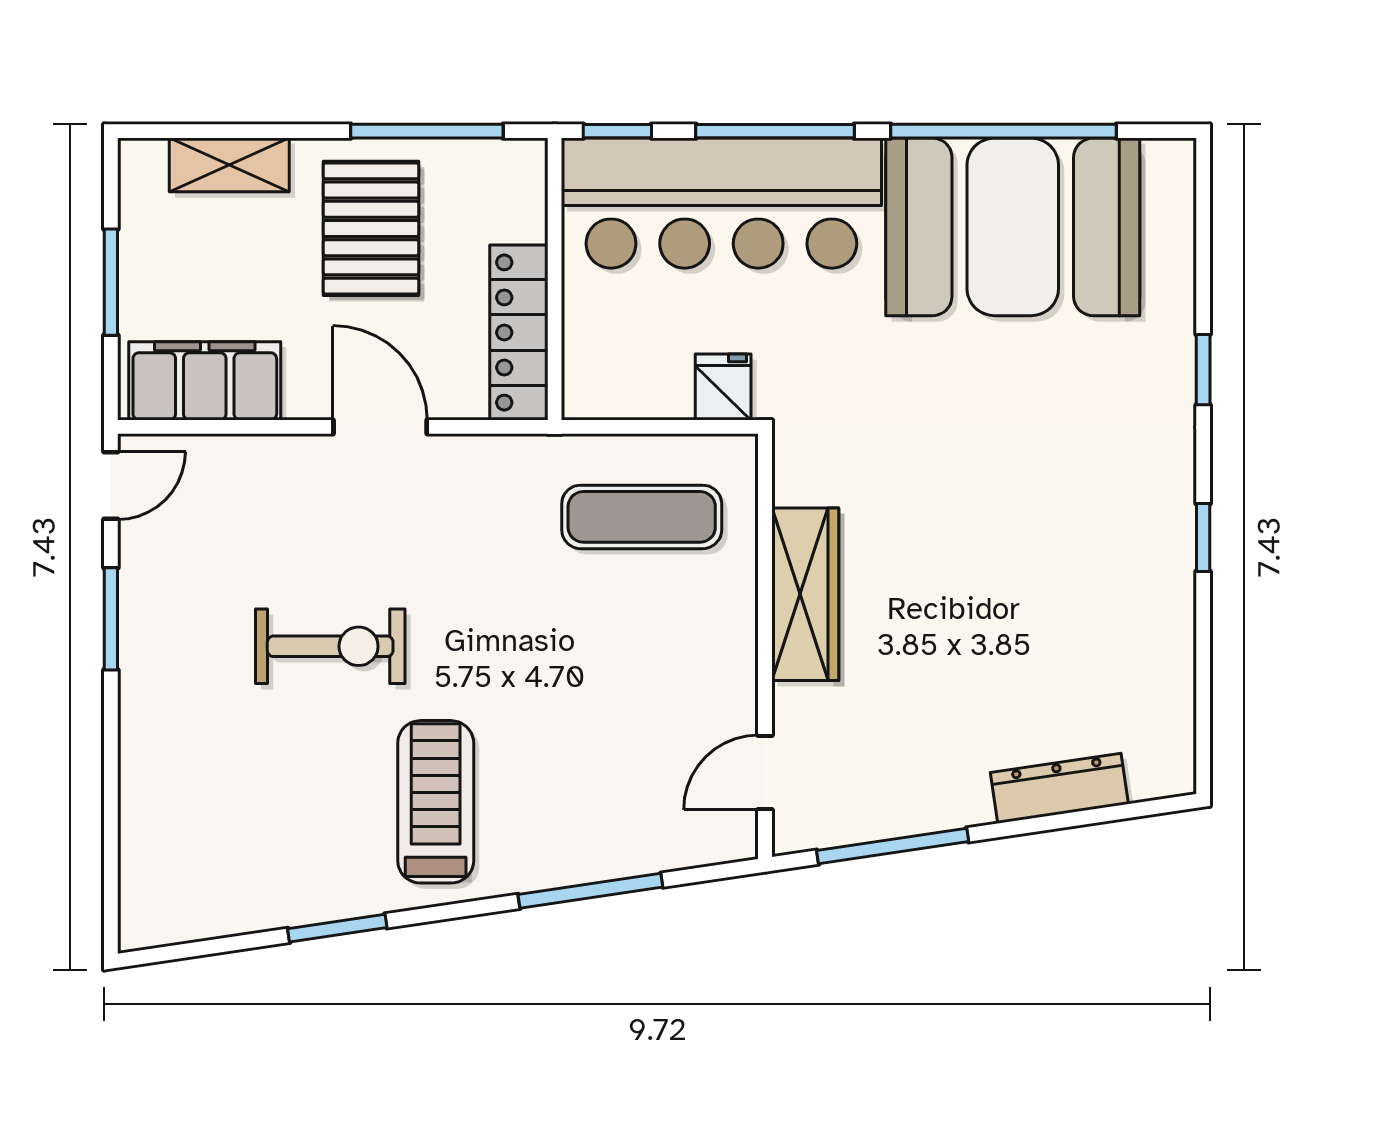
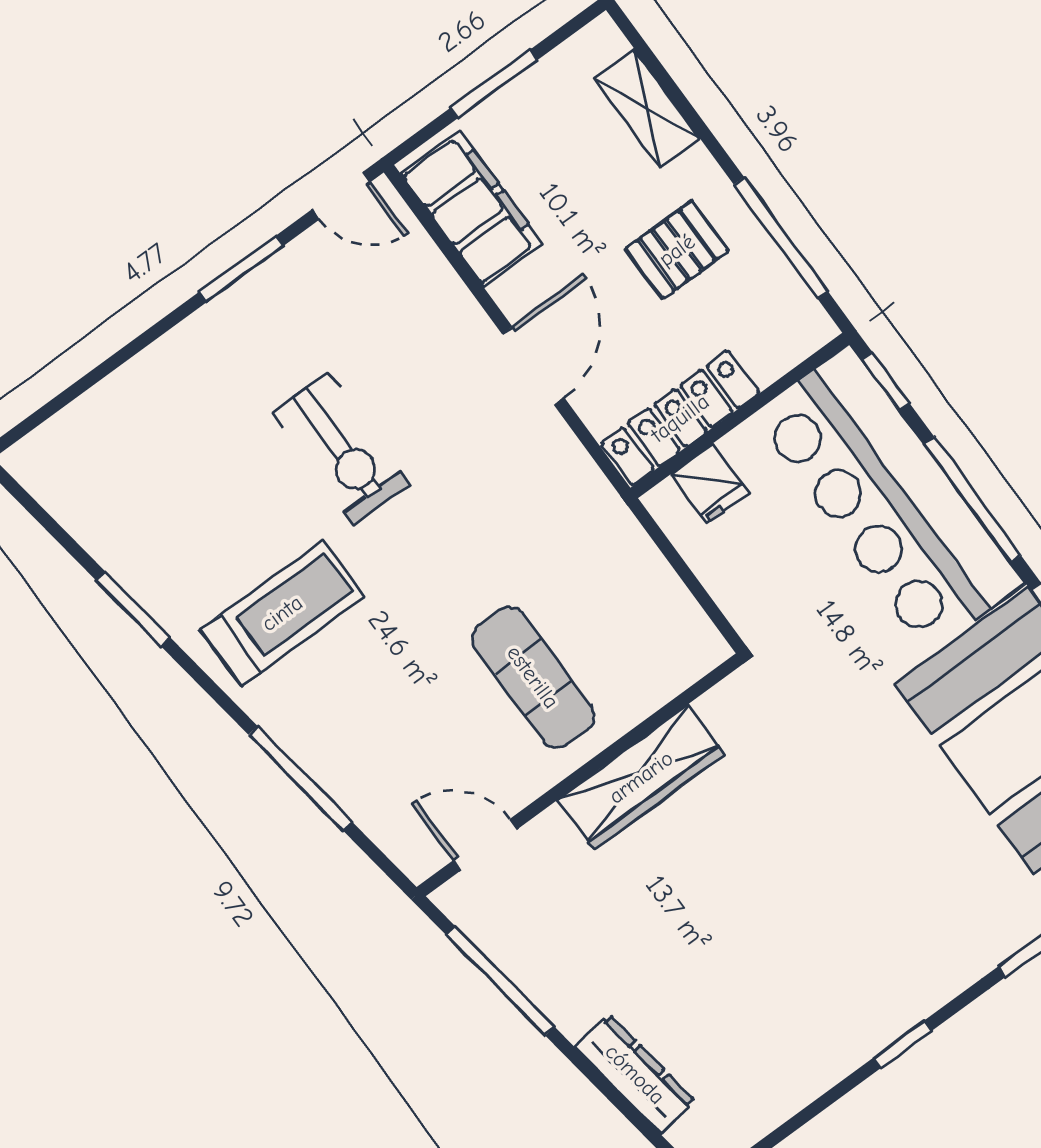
pallet: (371, 228) -> (677, 250), width x0.67, depth x0.71
fridge: (723, 387) -> (710, 484), moved, turned 90
exercise mat: (642, 517) -> (533, 677), moved

